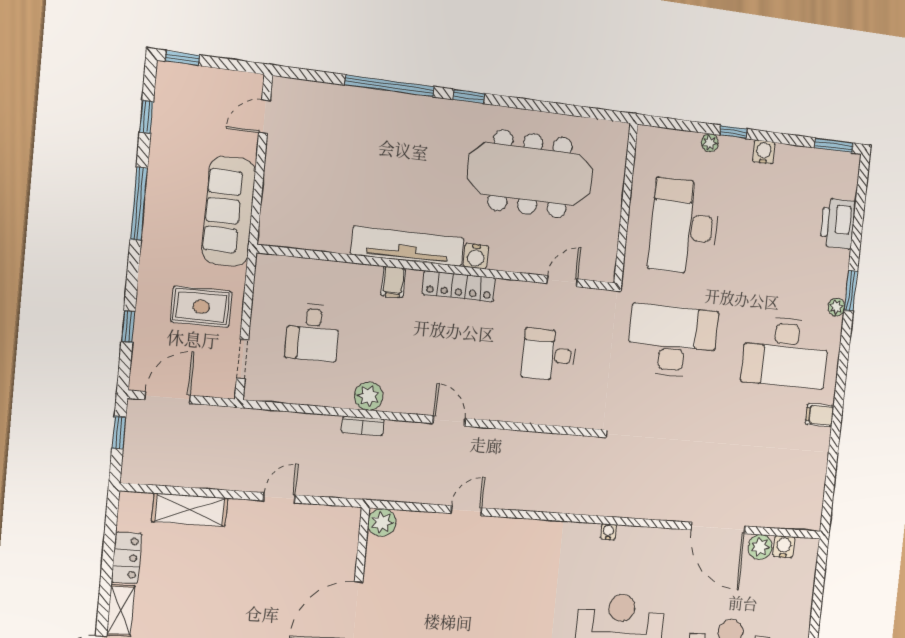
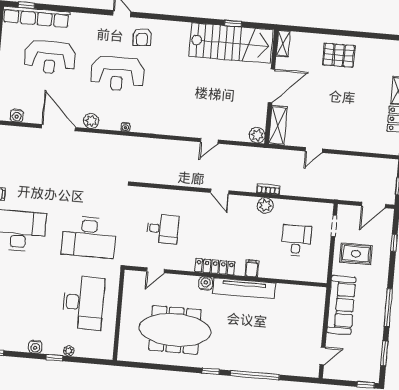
window: (146, 117) -> (384, 353), width x1.50
shelving: (190, 510) -> (278, 125), moved, turned 90
plant: (760, 547) -> (91, 121), moved

